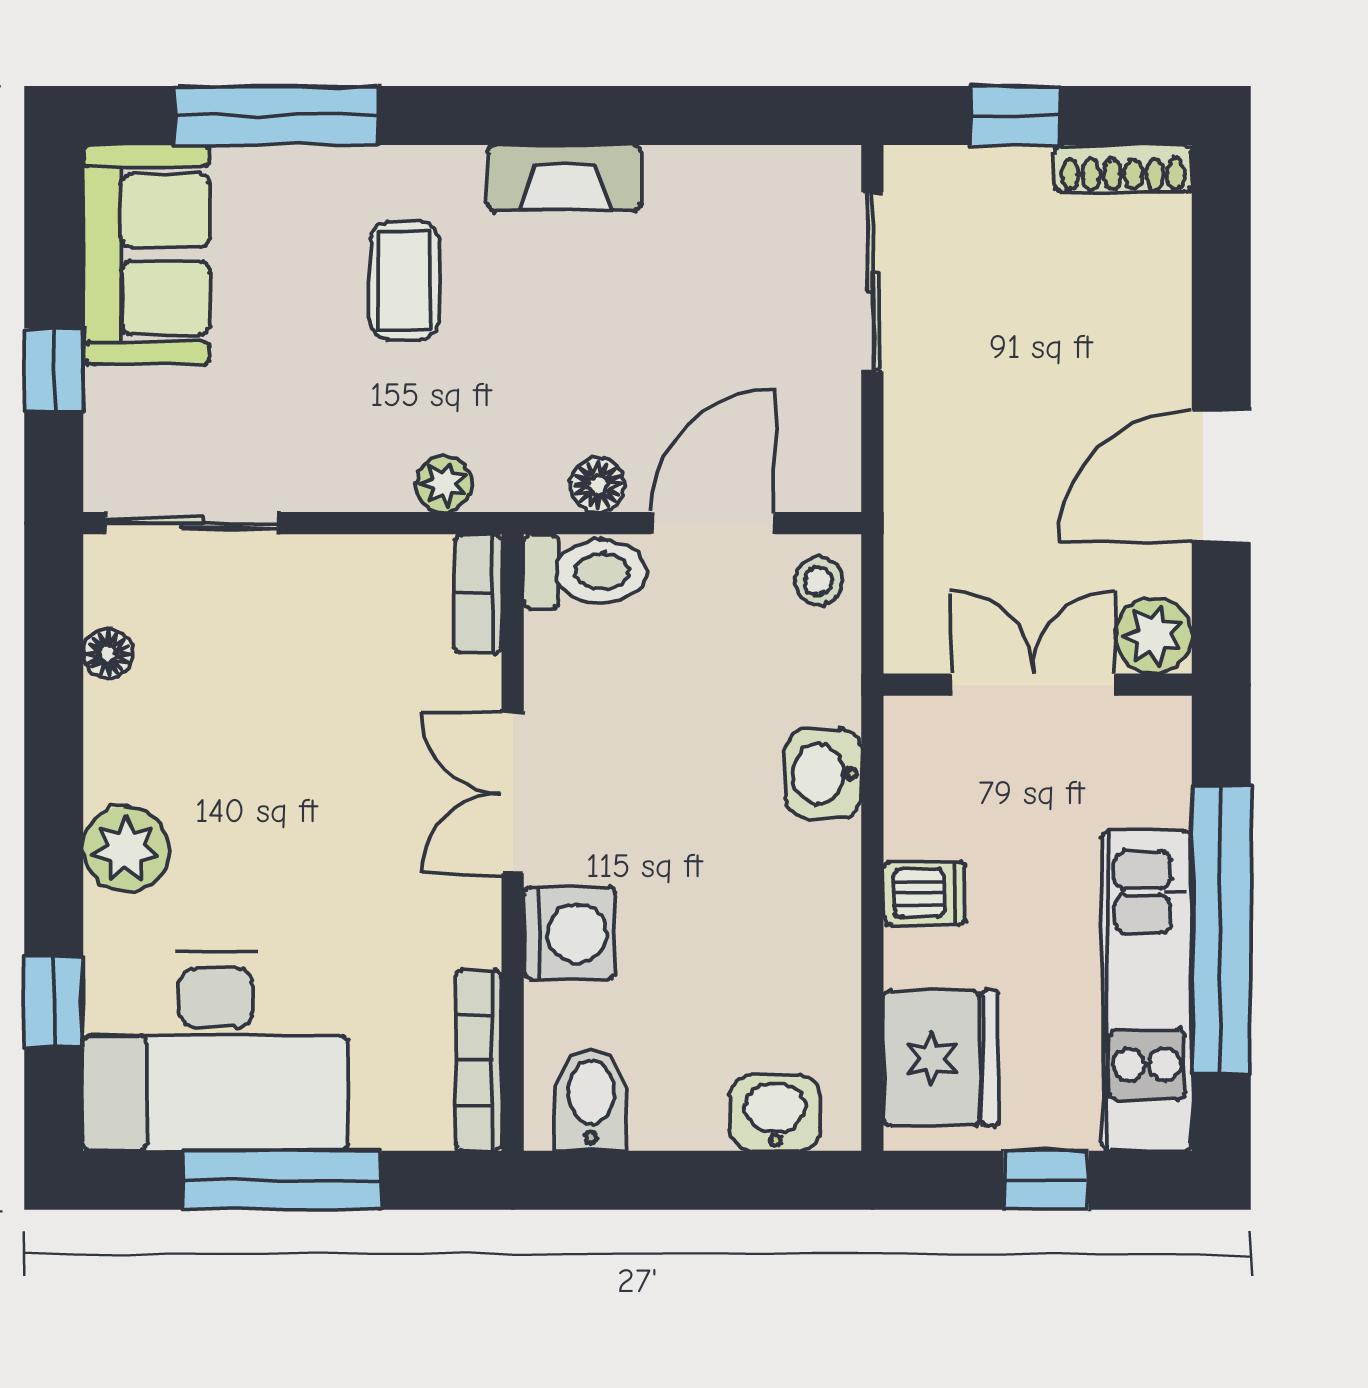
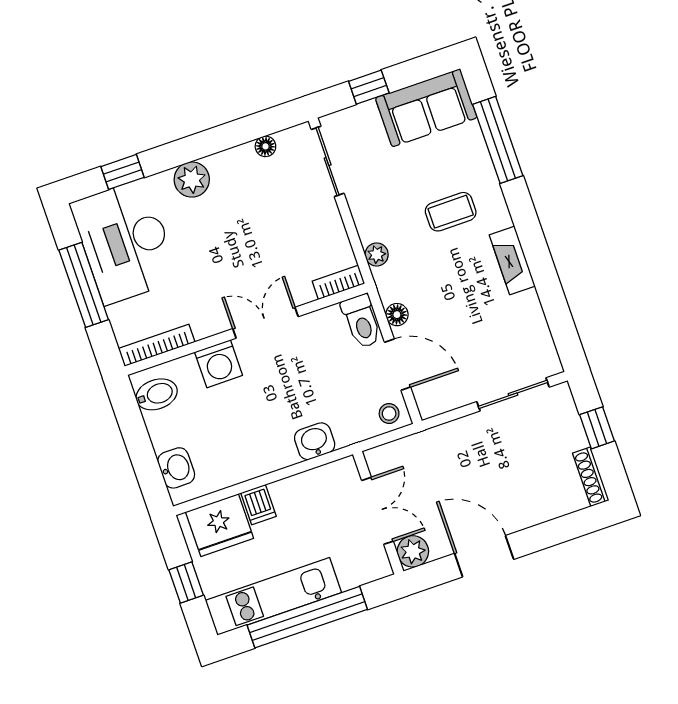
dishwasher: (924, 893) -> (259, 505), moved

